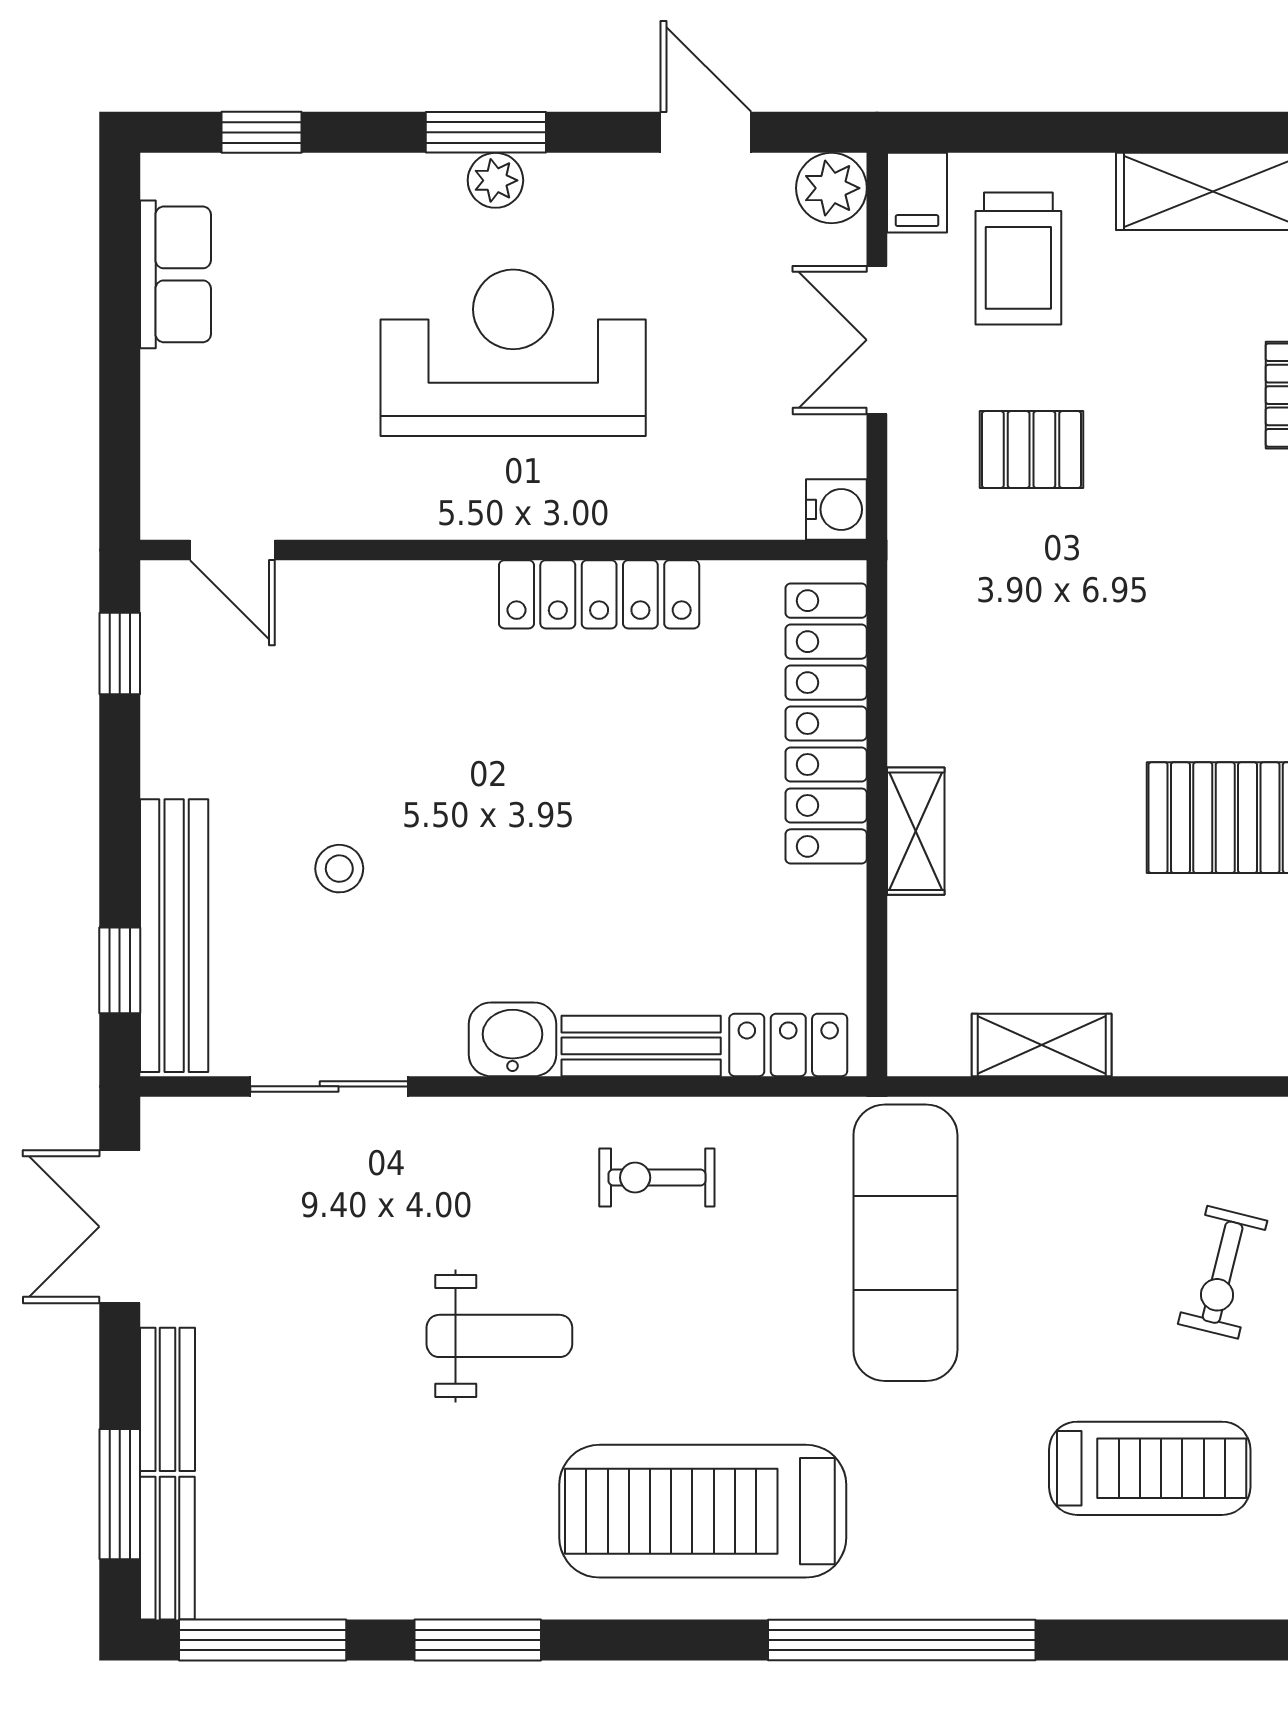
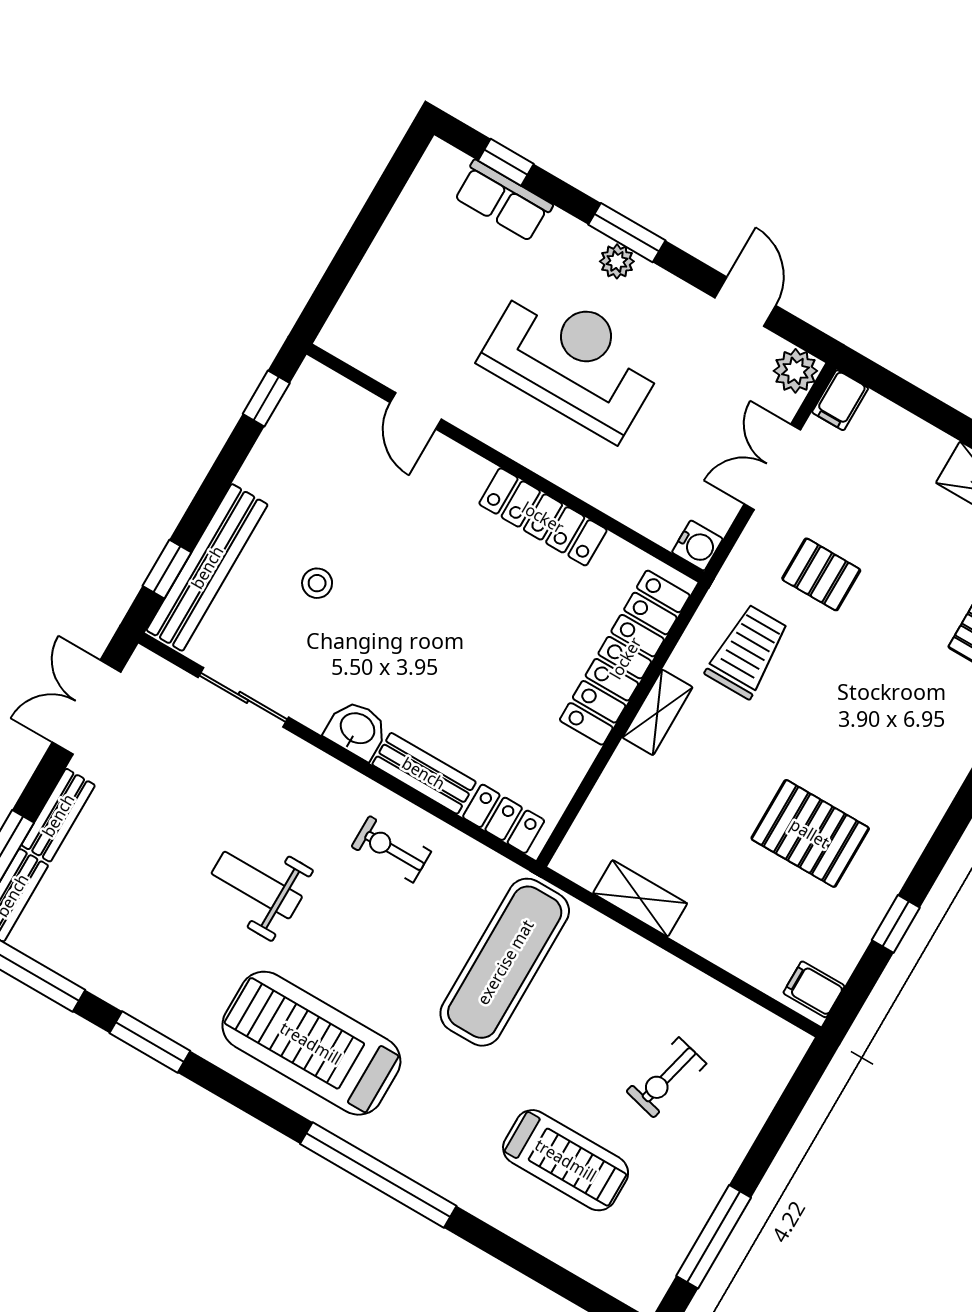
trolley: (1018, 259) -> (747, 651), moved, turned 180
row of seats: (175, 274) -> (503, 201), moved, turned 90
door: (232, 550) -> (416, 411), moved
shelving: (916, 831) -> (658, 712), moved
weight bench: (499, 1336) -> (257, 885), turned 180

